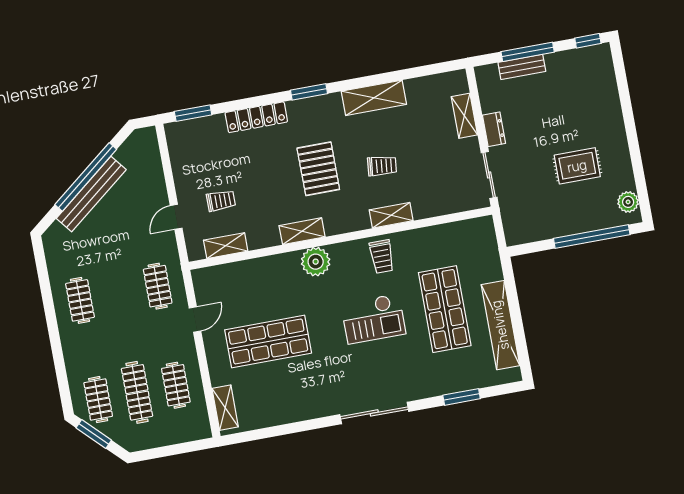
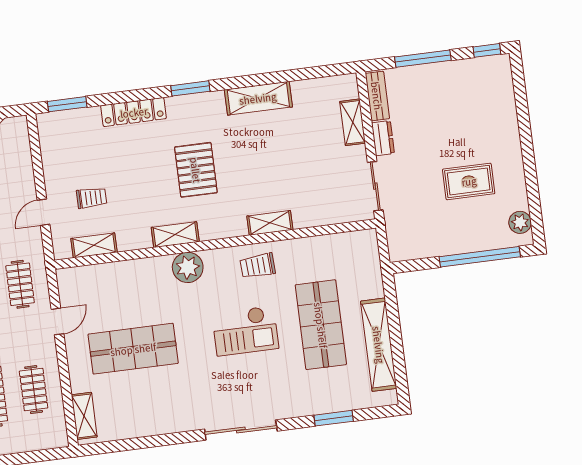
bench: (522, 67) -> (377, 96), moved, turned 90
trolley: (382, 166) -> (263, 170), removed
trolley: (382, 257) -> (258, 266), turned 87

